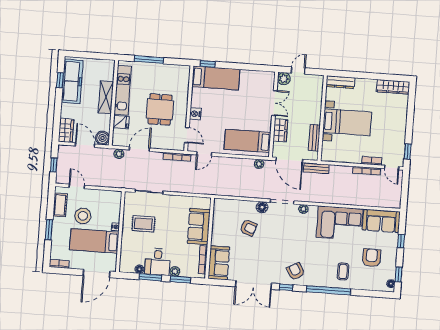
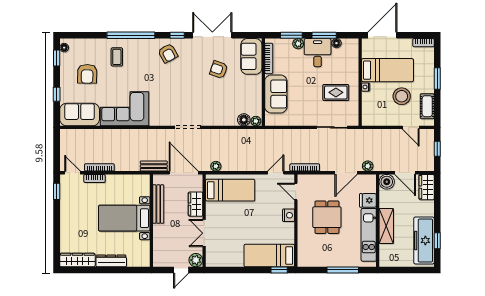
dresser: (340, 82) -> (111, 261), moved
bench: (314, 138) -> (158, 204), width x1.36
floor lamp: (262, 207) -> (244, 120), moved
plant: (303, 209) -> (256, 121), moved
armchair: (248, 228) -> (219, 70), moved

